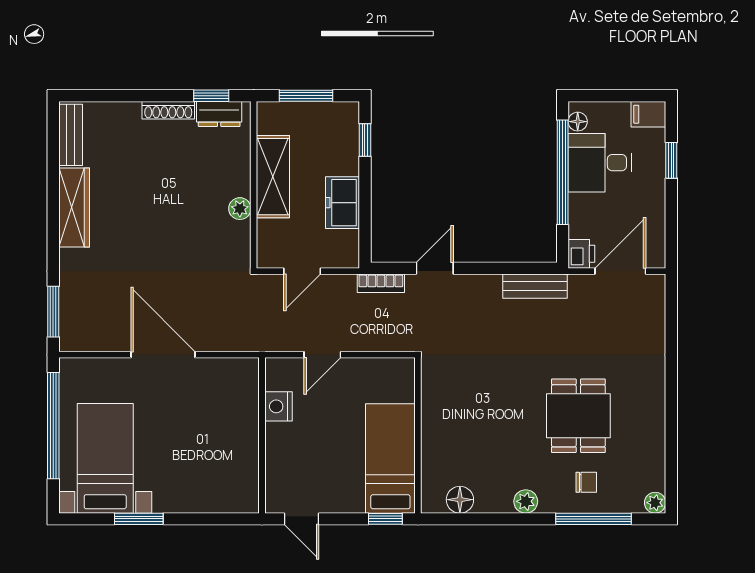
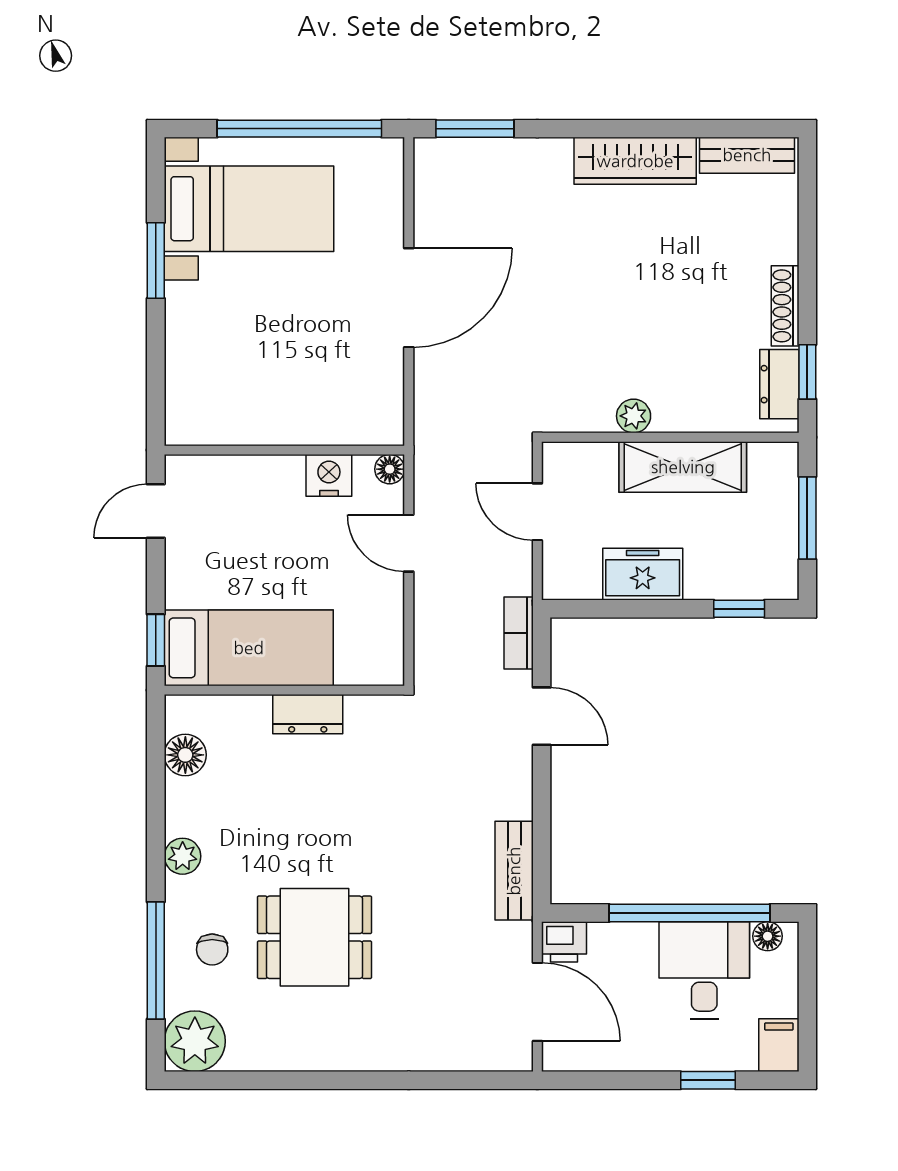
floor lamp: (274, 367) -> (390, 469), added
dresser: (433, 420) -> (308, 714), added
plant: (655, 503) -> (195, 1041), width x1.88, depth x1.88

